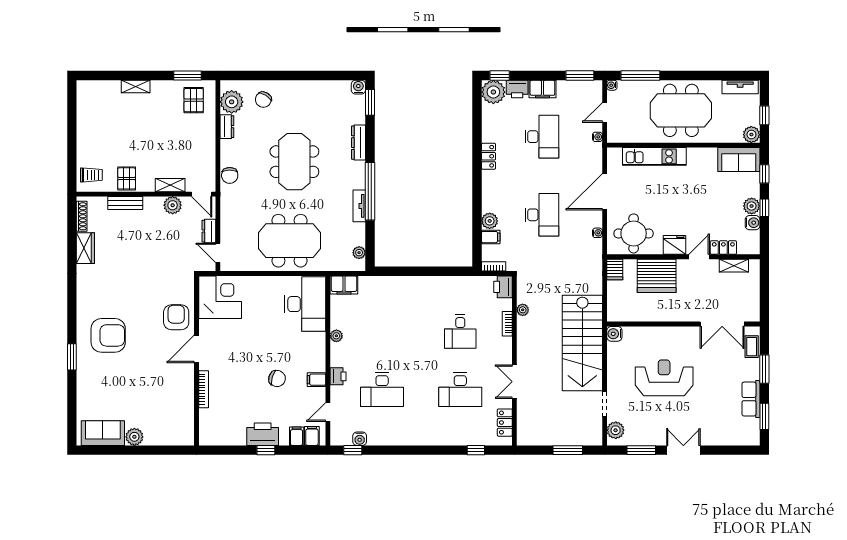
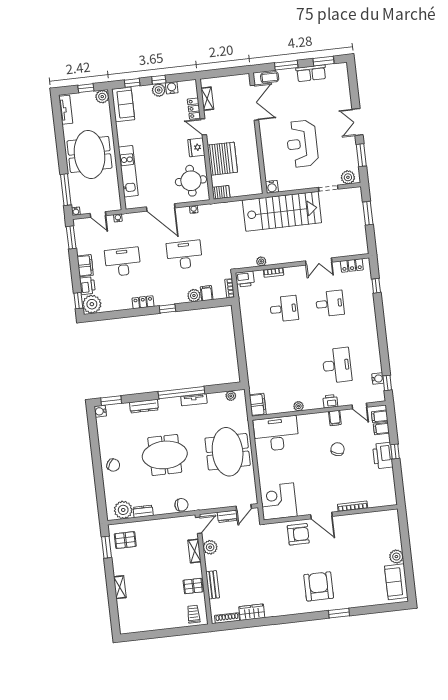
chair: (263, 100) -> (113, 465), moved
window: (477, 186) -> (167, 309), added
armchair: (176, 317) -> (298, 534), turned 180
desk: (460, 390) -> (330, 304), width x0.73

